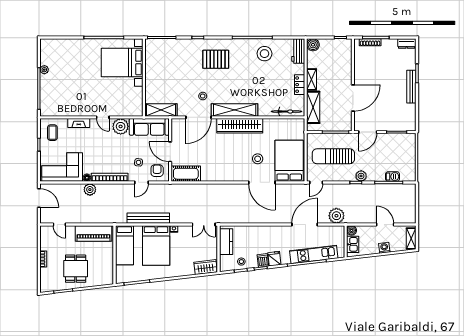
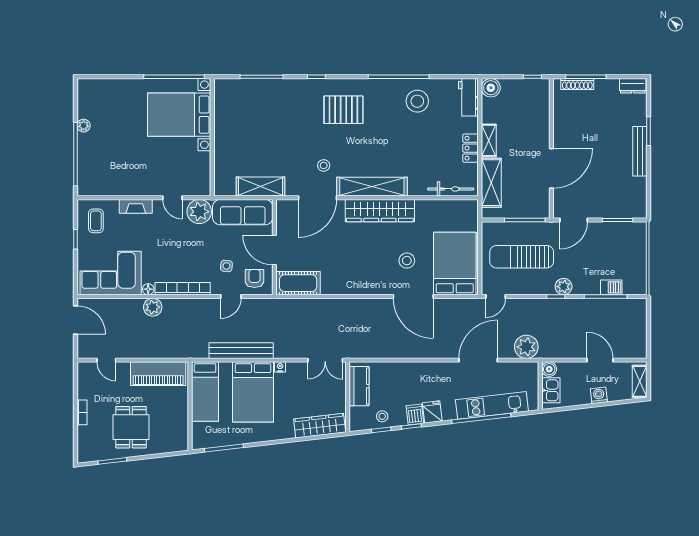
bed with nightstands: (122, 62) -> (179, 115), moved
wall: (144, 77) -> (212, 137), moved
wardrobe: (206, 267) -> (320, 426), width x1.50

